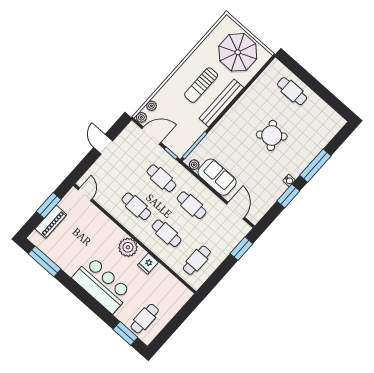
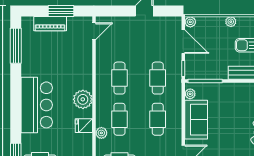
plant: (151, 106) -> (231, 22), moved
plant: (165, 256) -> (101, 133), added

